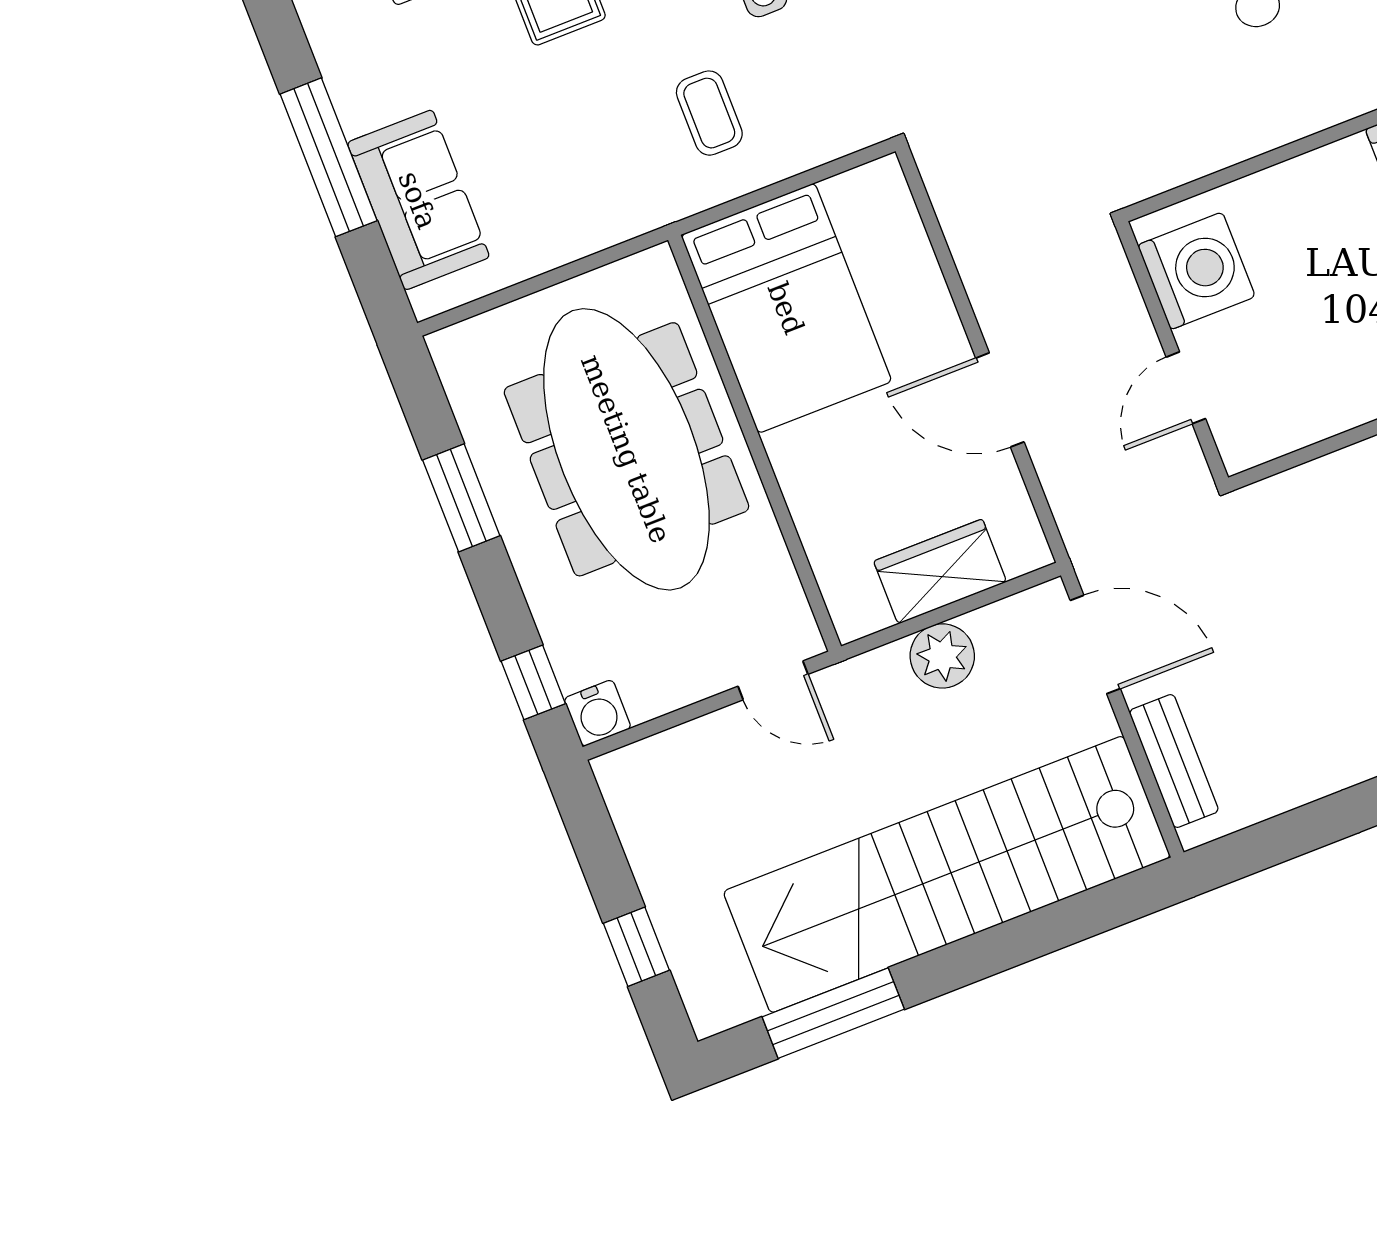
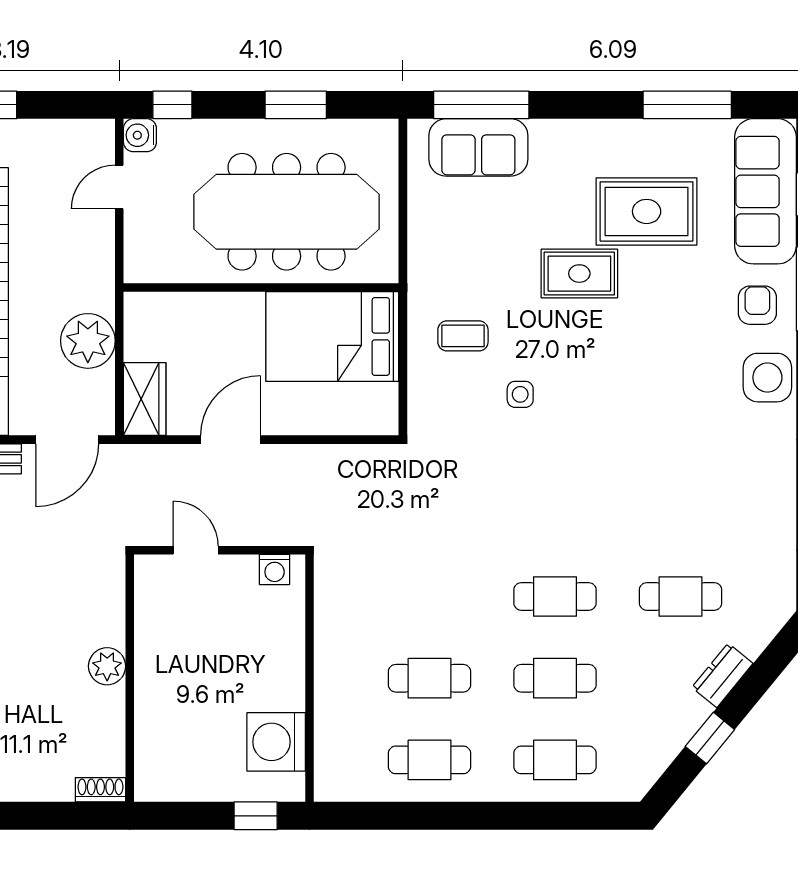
window: (329, 157) -> (481, 105), moved
washing machine: (1196, 271) -> (275, 569), width x0.53, depth x0.53
wardrobe: (940, 572) -> (145, 399), moved
plant: (942, 656) -> (88, 341), width x1.36, depth x1.36
door: (773, 680) -> (119, 187), moved

